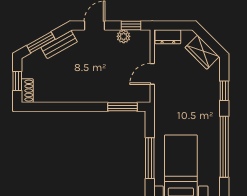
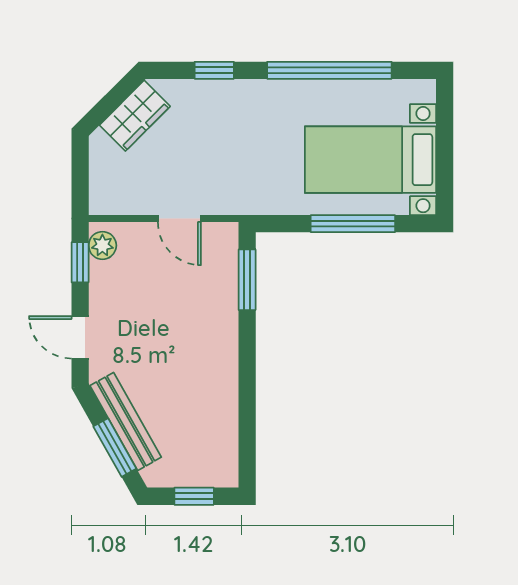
plant: (124, 36) -> (102, 245), moved
dresser: (168, 37) -> (103, 186), removed
bench: (59, 45) -> (126, 421), width x1.36
shoe rack: (27, 91) -> (214, 476), removed

